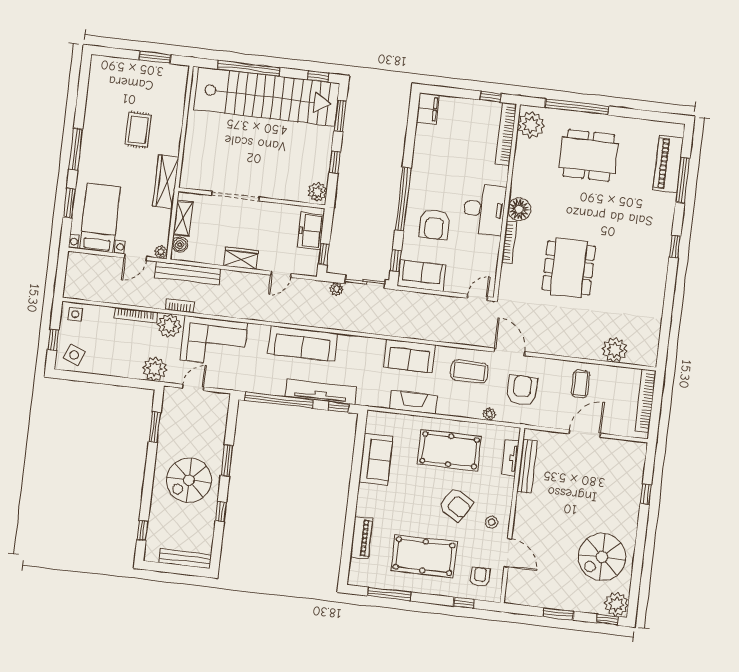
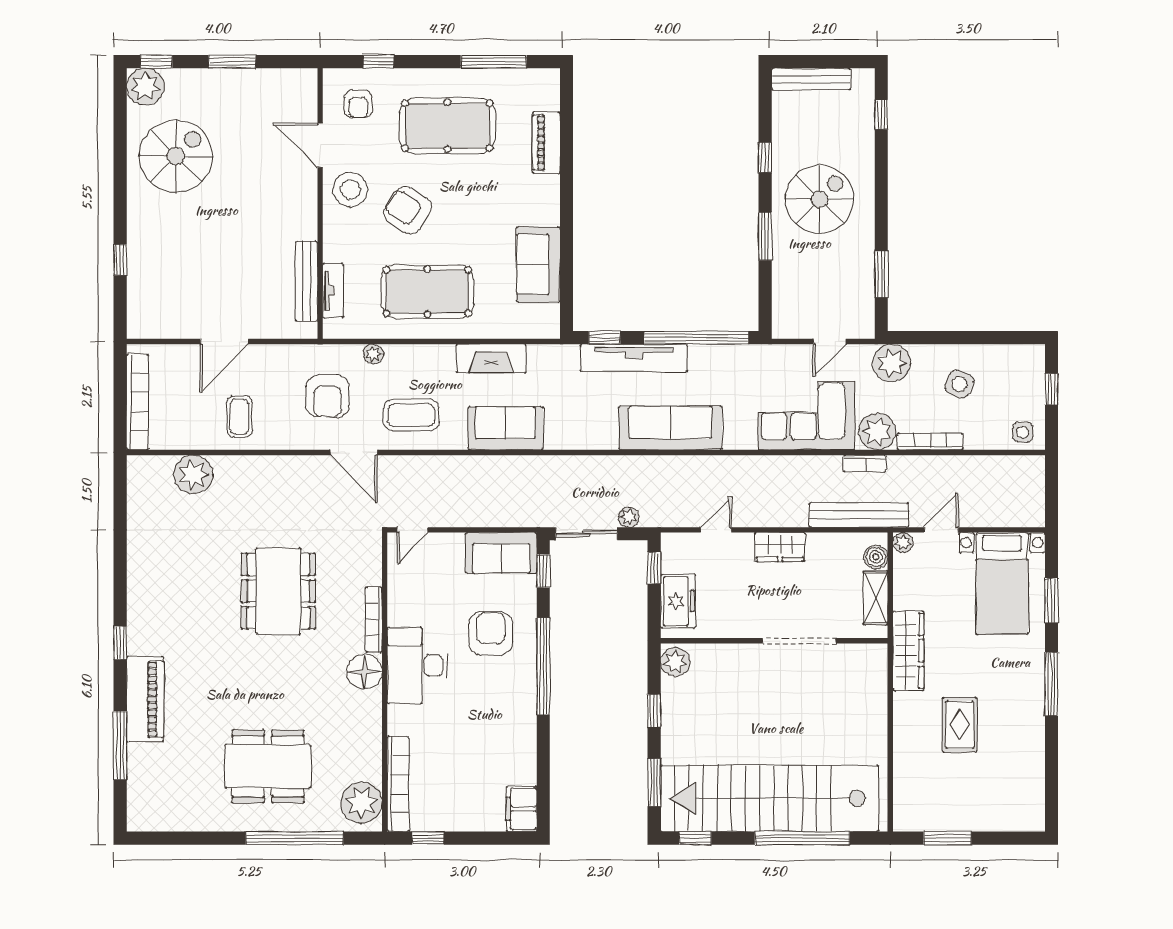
piano: (668, 164) -> (145, 699), moved
side table: (74, 355) -> (960, 384), moved
stool: (492, 522) -> (350, 190), width x1.89, depth x1.89

